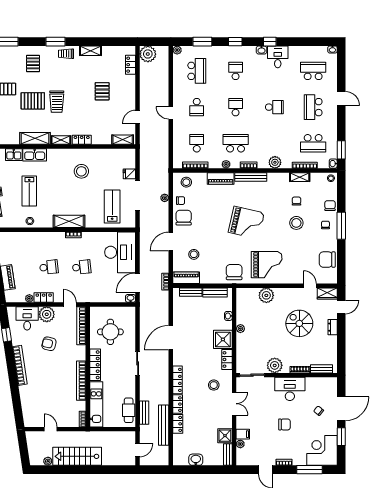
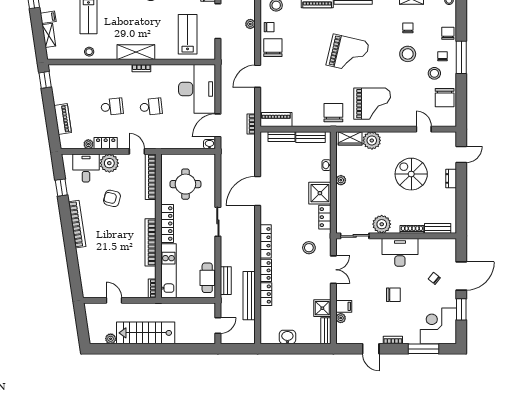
stool: (194, 254) -> (434, 73), moved
chair: (327, 260) -> (445, 98), turned -90
wardrobe: (327, 294) -> (350, 138), moved

